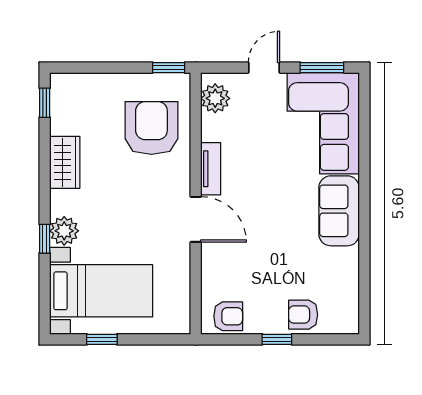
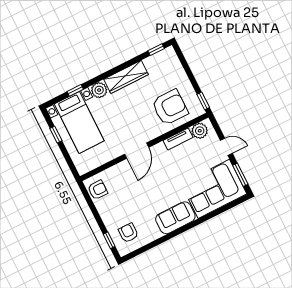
wardrobe: (65, 162) -> (126, 77), width x1.50
tv unit: (211, 169) -> (178, 139), moved
window: (45, 239) -> (75, 90), moved
armchair: (303, 315) -> (128, 233), moved
armchair: (228, 316) -> (98, 190), turned -90
window: (277, 339) -> (109, 240), moved

